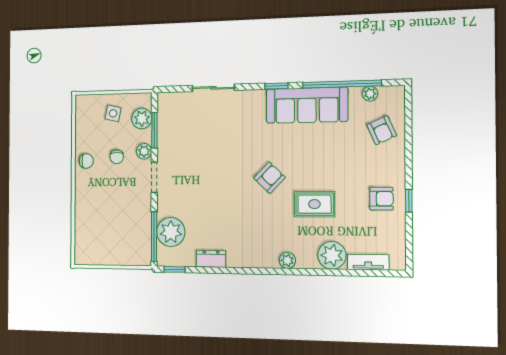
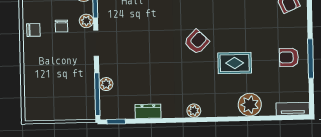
armchair: (381, 199) -> (289, 57), turned 180
window: (409, 201) -> (311, 59), width x2.17
plant: (171, 232) -> (106, 84), width x0.53, depth x0.53
plant: (287, 260) -> (194, 111), moved
tv unit: (368, 262) -> (293, 109), moved

